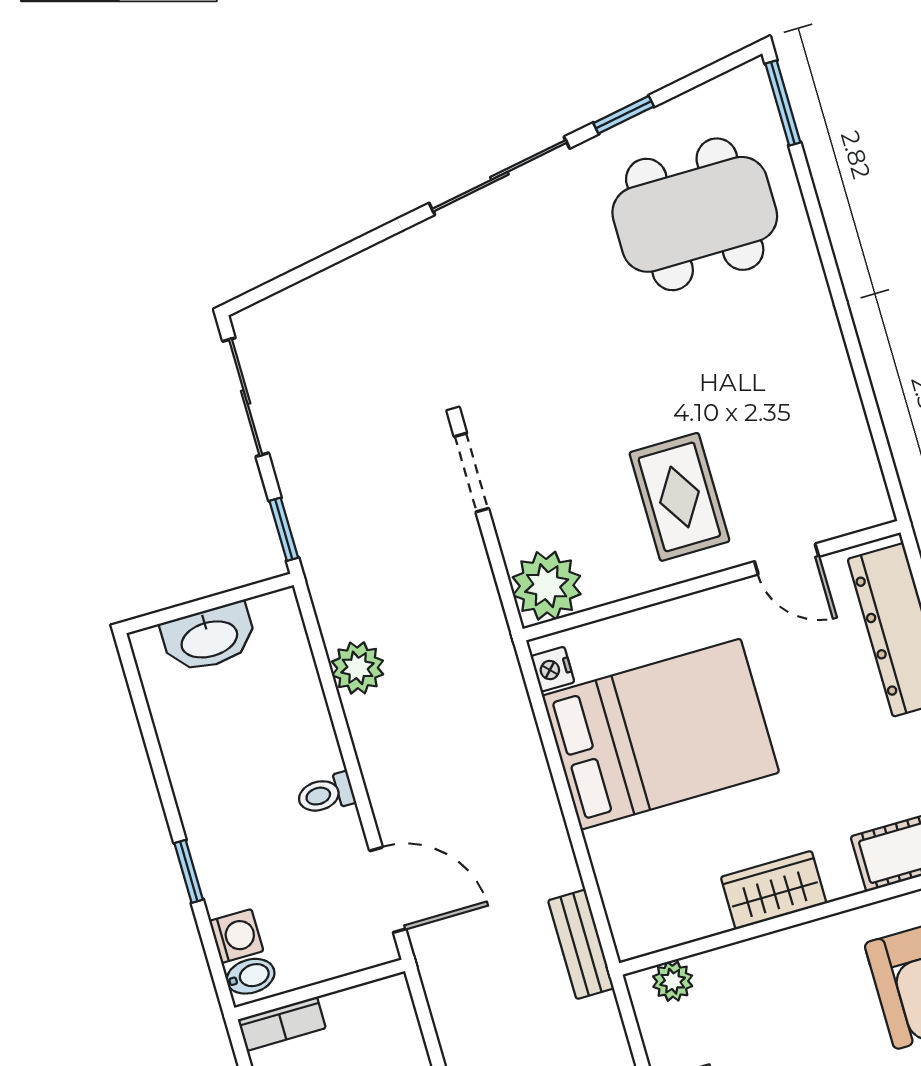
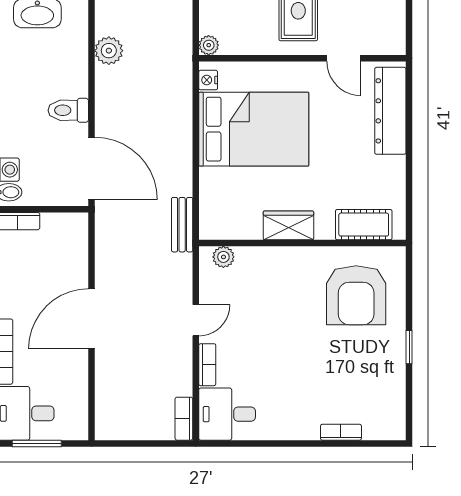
plant: (547, 586) -> (209, 45), width x0.53, depth x0.53
toilet: (326, 794) -> (68, 110), width x1.37, depth x1.39
door: (388, 890) -> (92, 168), width x1.36

